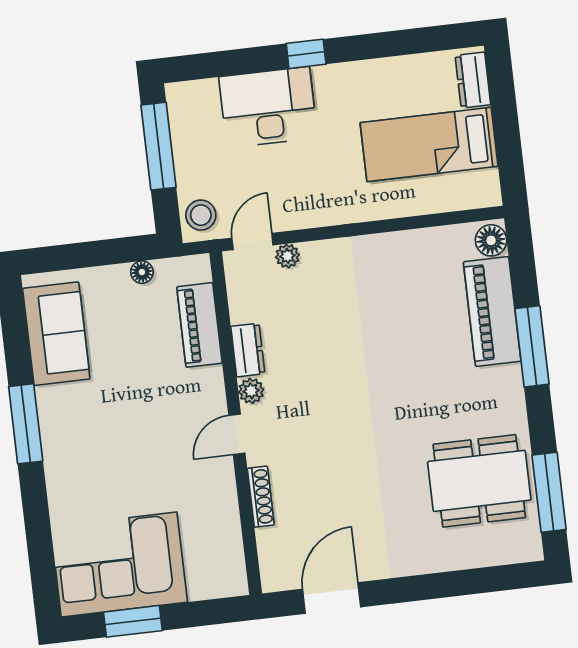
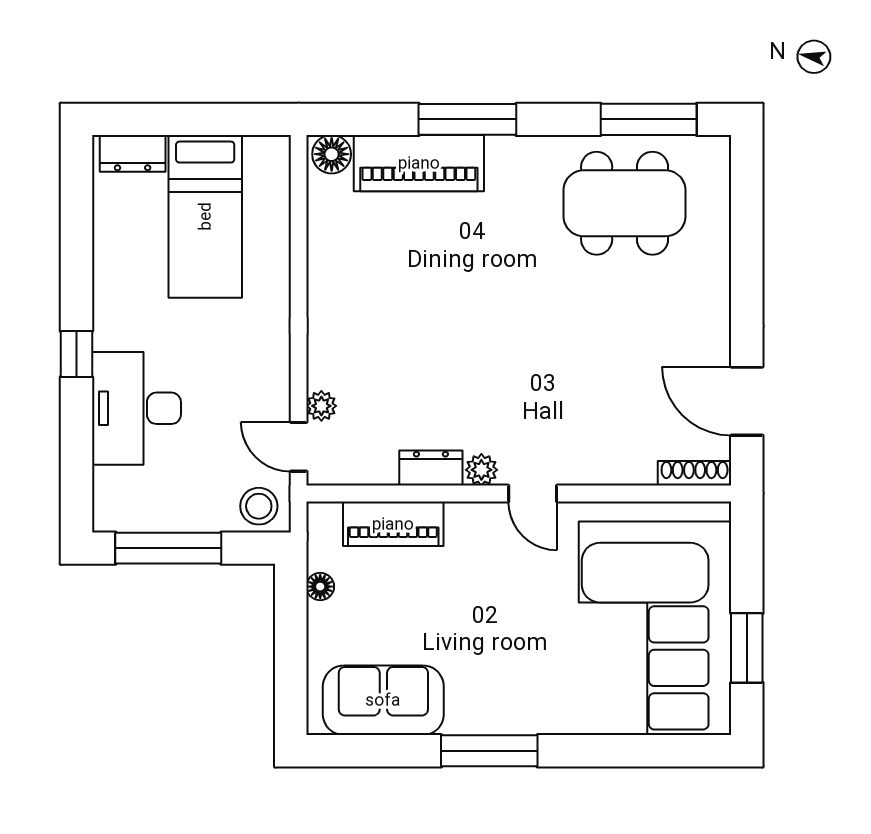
dining table: (479, 481) -> (625, 203), turned 90
shoe rack: (261, 497) -> (695, 473), moved
corner sofa: (119, 565) -> (655, 628), width x1.36, depth x1.36

